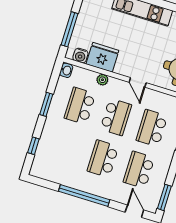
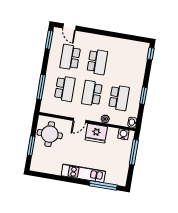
fridge: (102, 57) -> (96, 133), moved
door: (138, 82) -> (80, 120), swing flipped
window: (33, 146) -> (151, 54), moved
school desk: (139, 170) -> (70, 57), turned 180
window: (84, 196) -> (107, 33), removed

